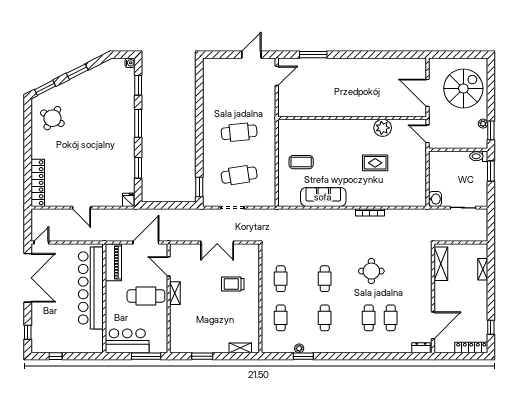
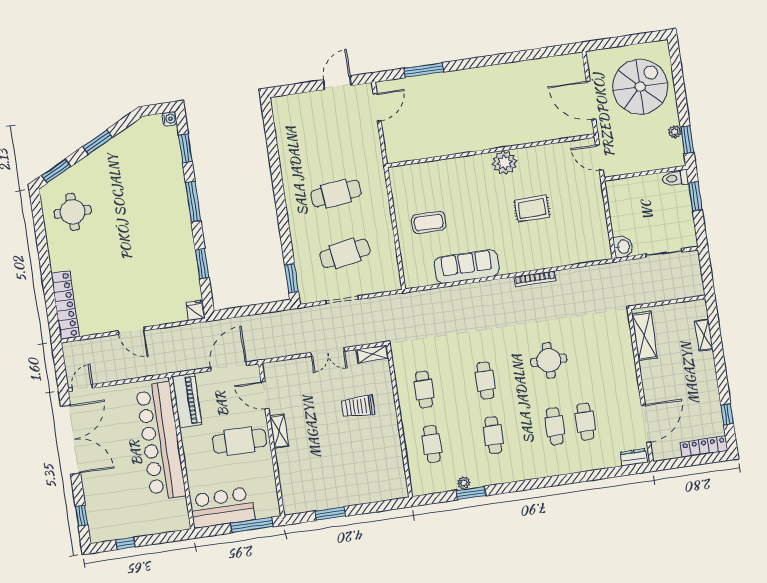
round table: (52, 118) -> (73, 212), turned -31
plant: (383, 128) -> (505, 163), moved
double door: (217, 243) -> (328, 352), width x0.73
shelving: (240, 348) -> (372, 354), moved

